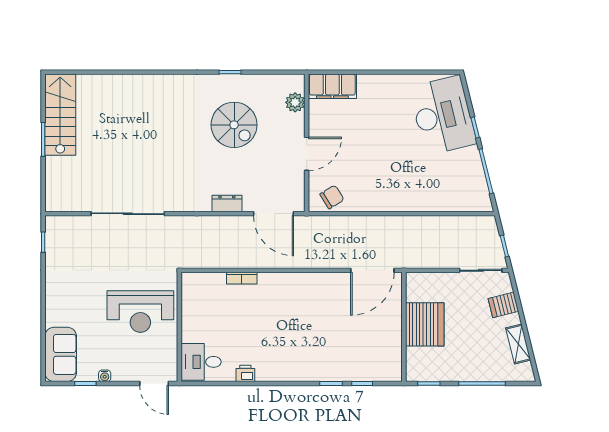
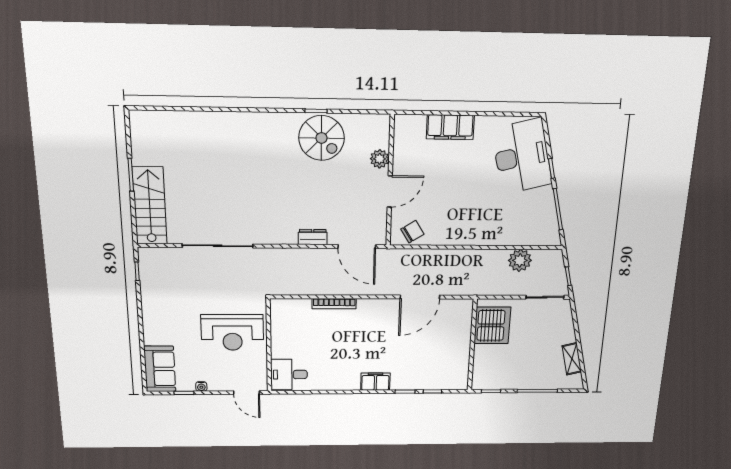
filing cabinet: (332, 86) -> (450, 127), moved
plant: (295, 102) -> (380, 159), moved
stairs: (60, 115) -> (150, 206), moved
spiral stairs: (234, 125) -> (322, 138), moved
plant: (450, 228) -> (520, 260), added
door: (372, 270) -> (420, 297), moved
bookcase: (242, 278) -> (334, 304), width x1.56
server rack: (503, 305) -> (562, 327), removed
server rack: (425, 324) -> (492, 325), moved
filing cabinet: (297, 371) -> (375, 382), added
printer: (245, 373) -> (329, 384), removed

